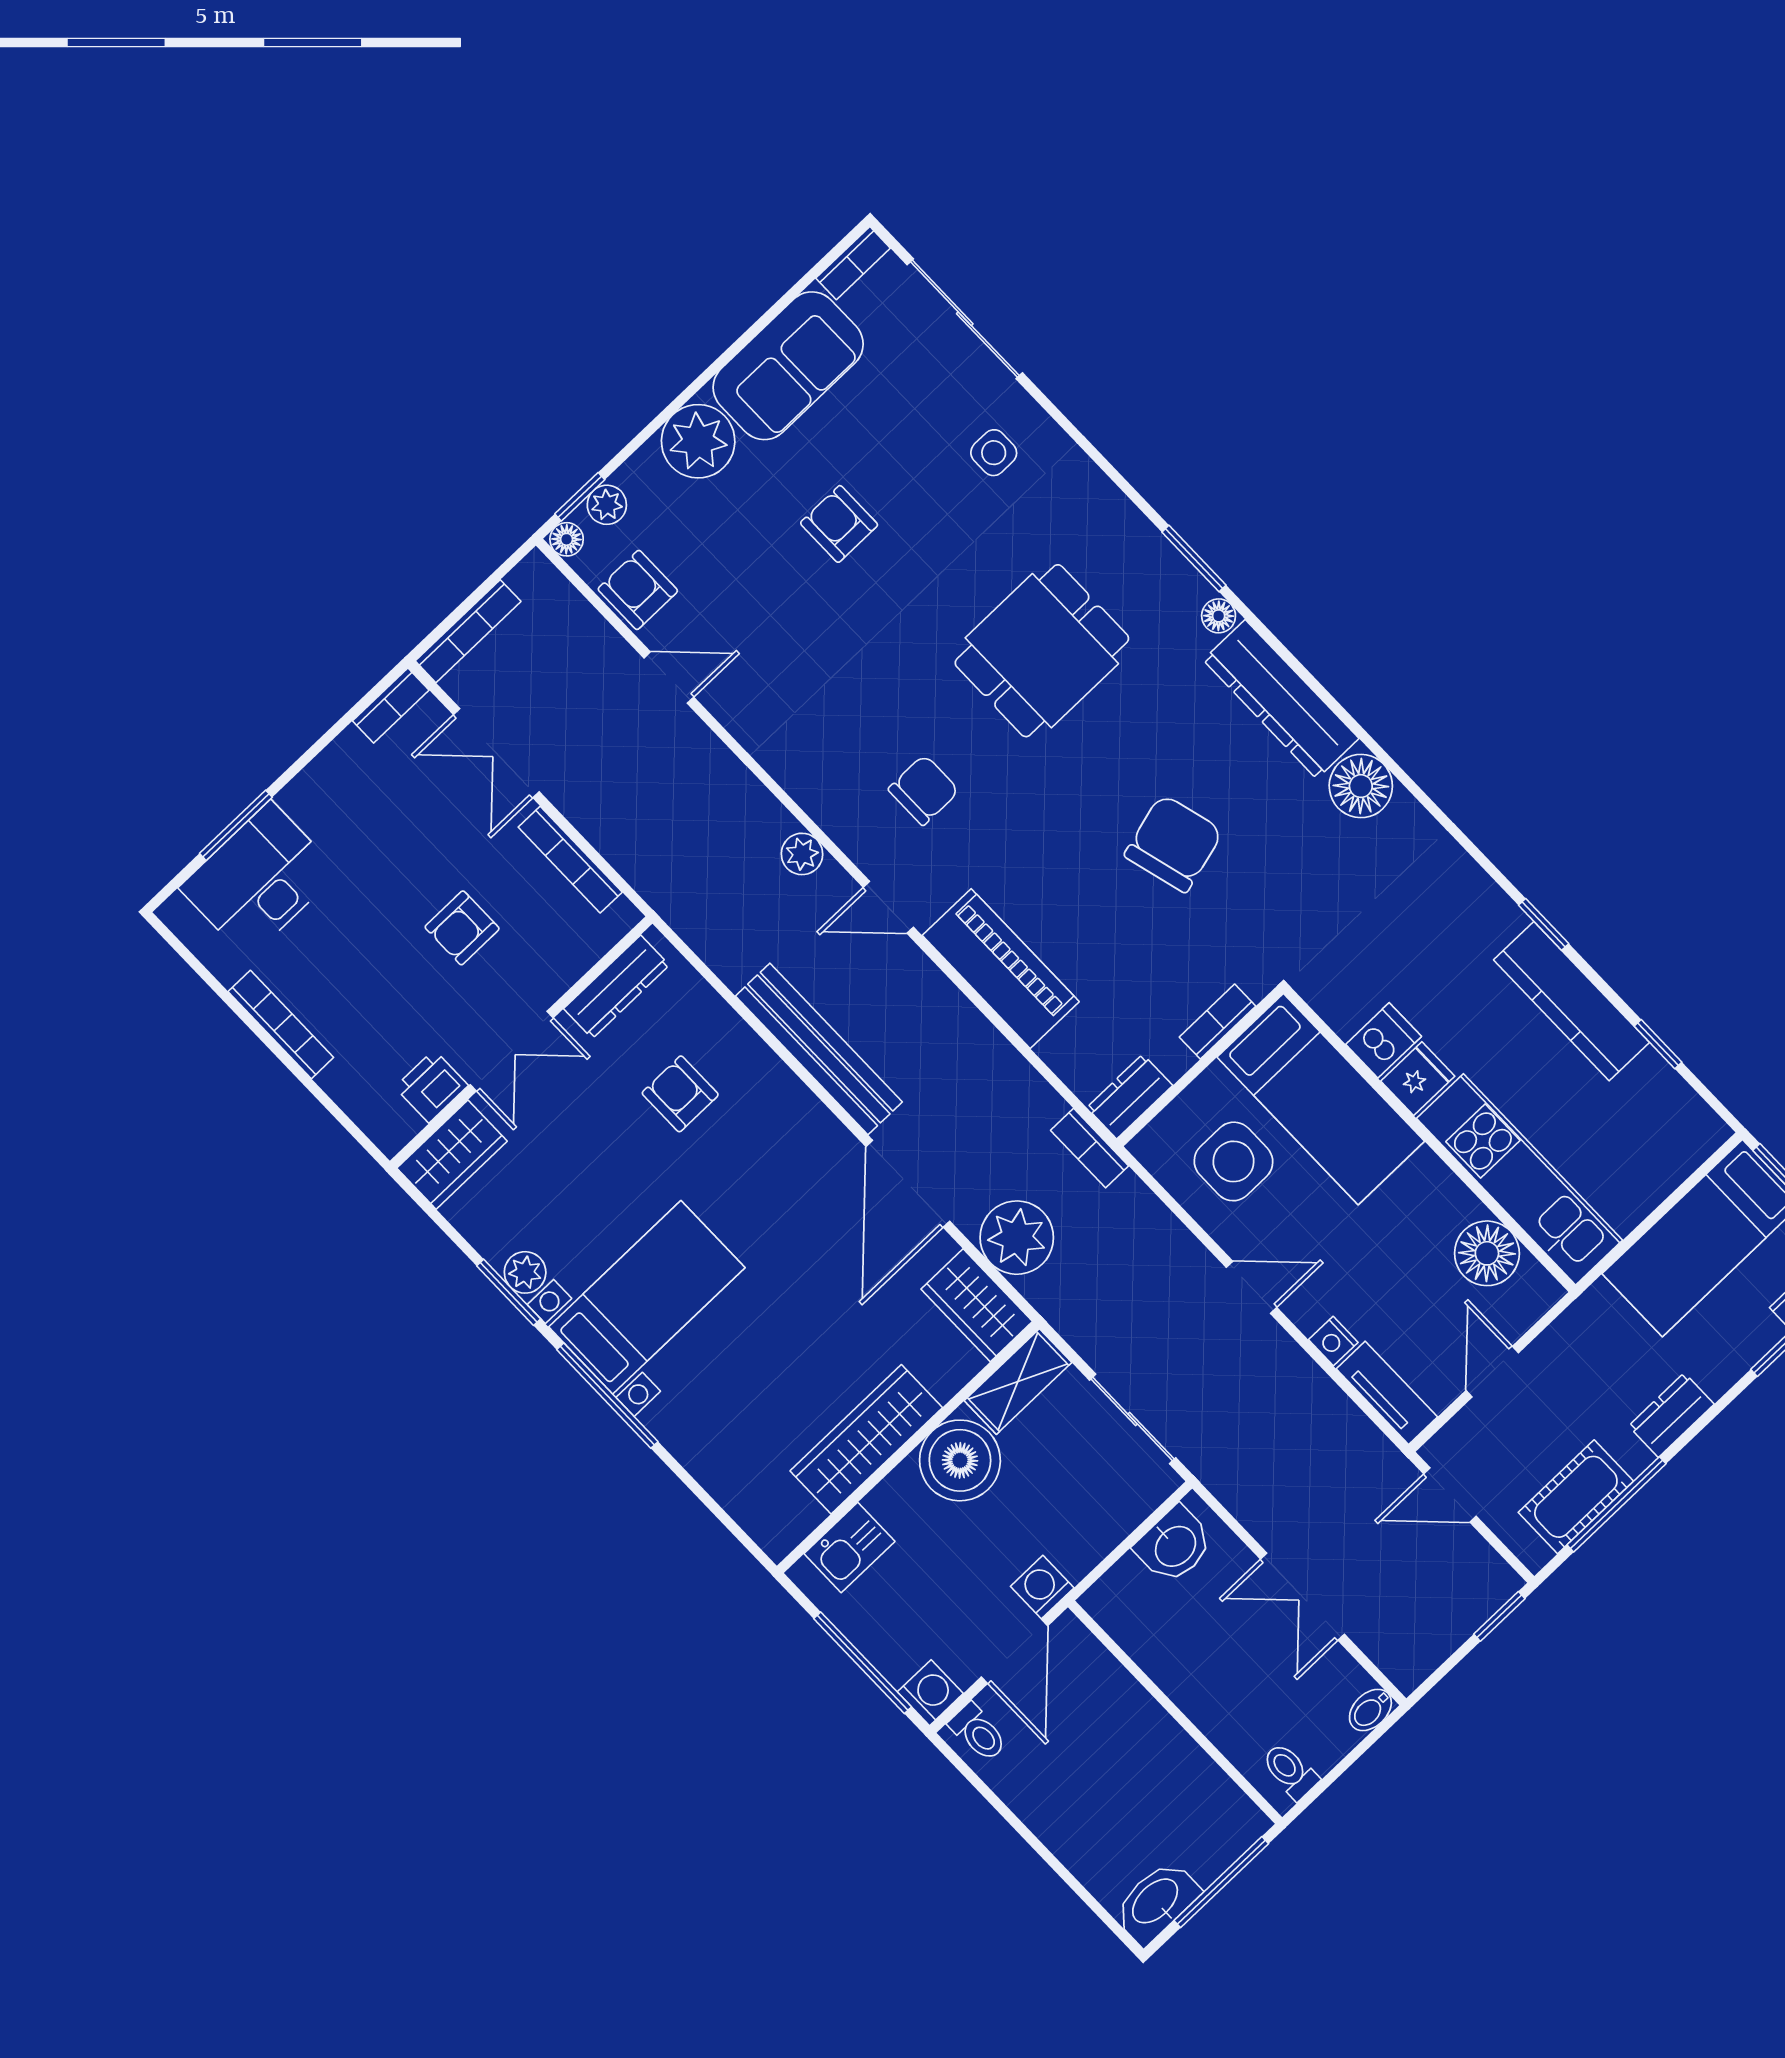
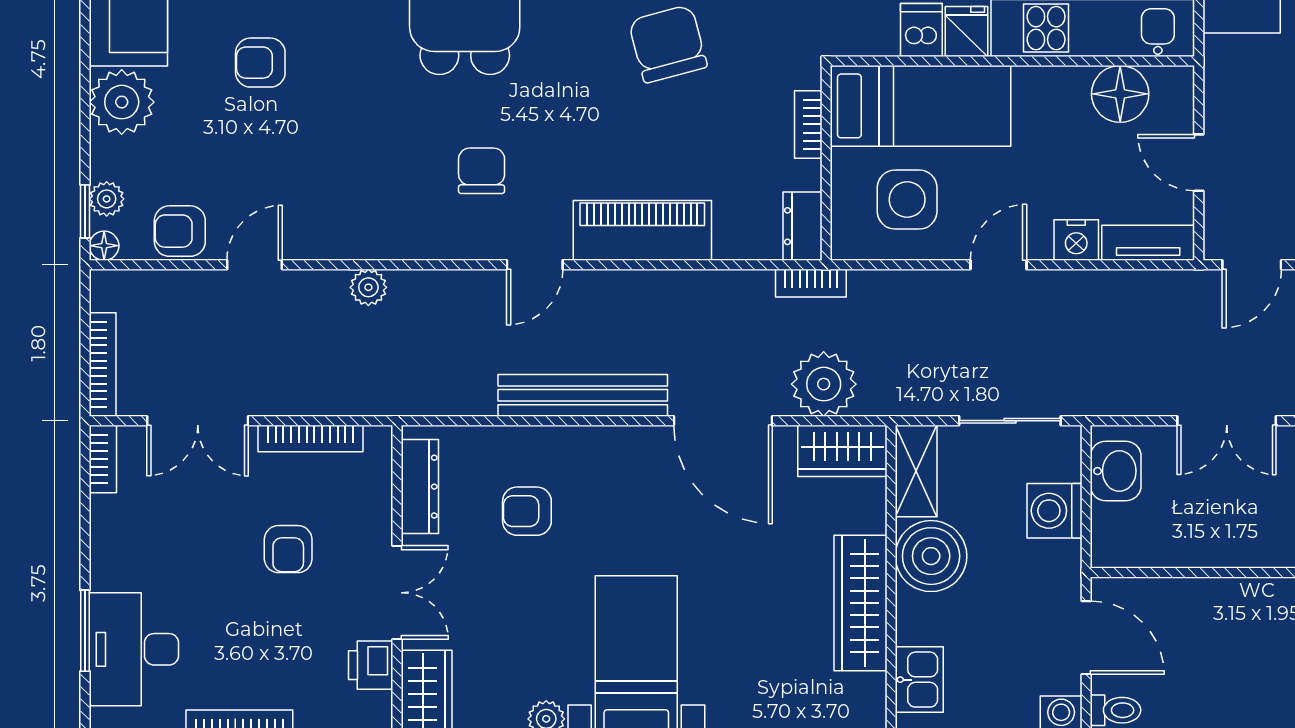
plant: (802, 854) -> (368, 287), moved
nightstand: (1333, 1341) -> (1076, 240), width x1.39, depth x1.35
washing machine: (1042, 1587) -> (1054, 511), moved, width x1.38, depth x1.38

